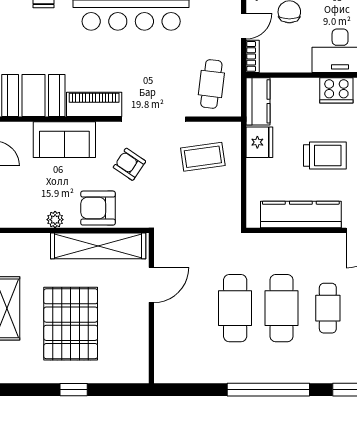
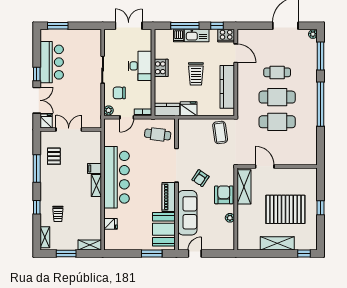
door: (244, 26) -> (127, 117), swing flipped
sofa: (64, 140) -> (187, 213), width x1.36
trolley: (325, 156) -> (196, 74), turned 180
coffee table: (203, 157) -> (220, 132), moved
armchair: (98, 208) -> (224, 195), turned 180
shelving: (98, 246) -> (244, 187), width x0.68

